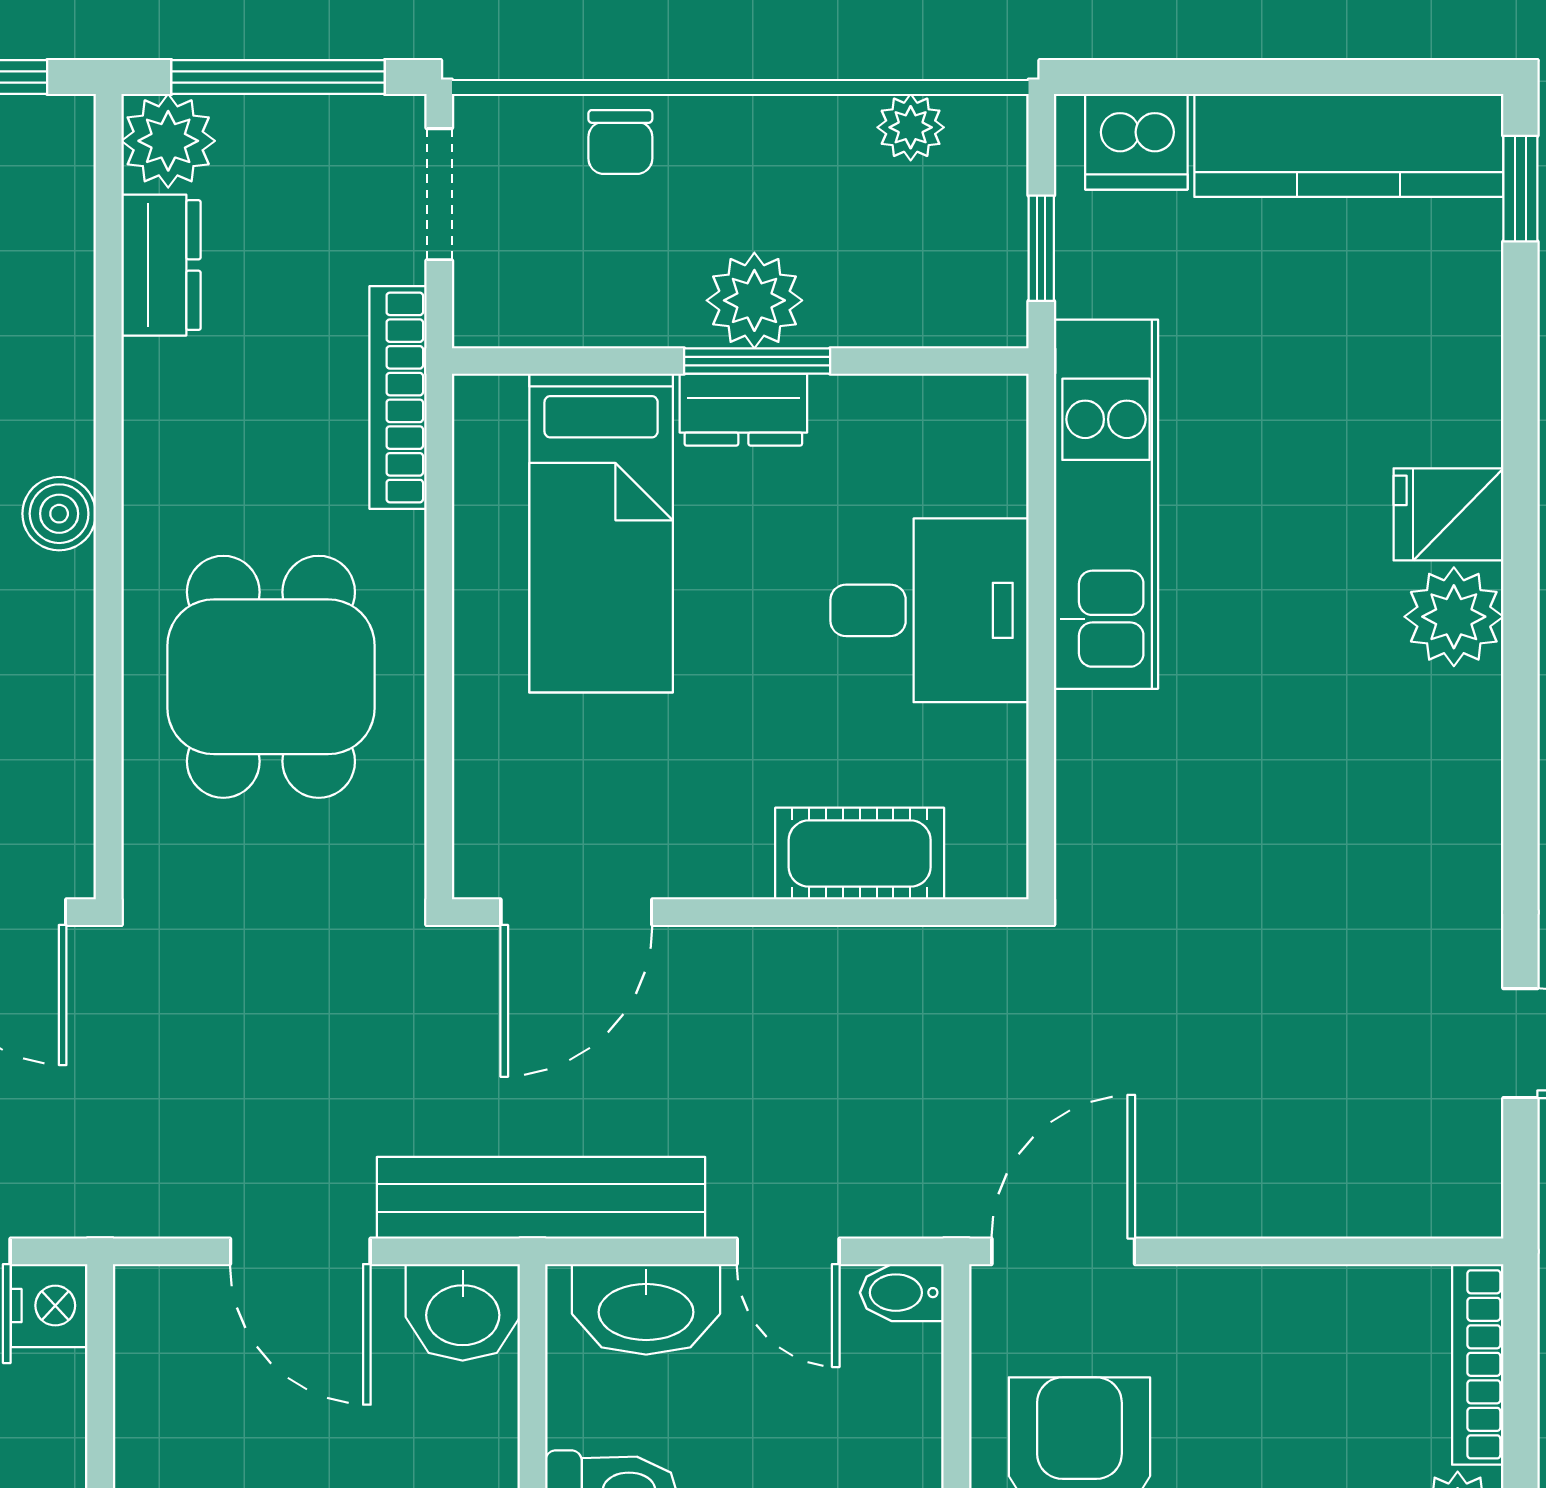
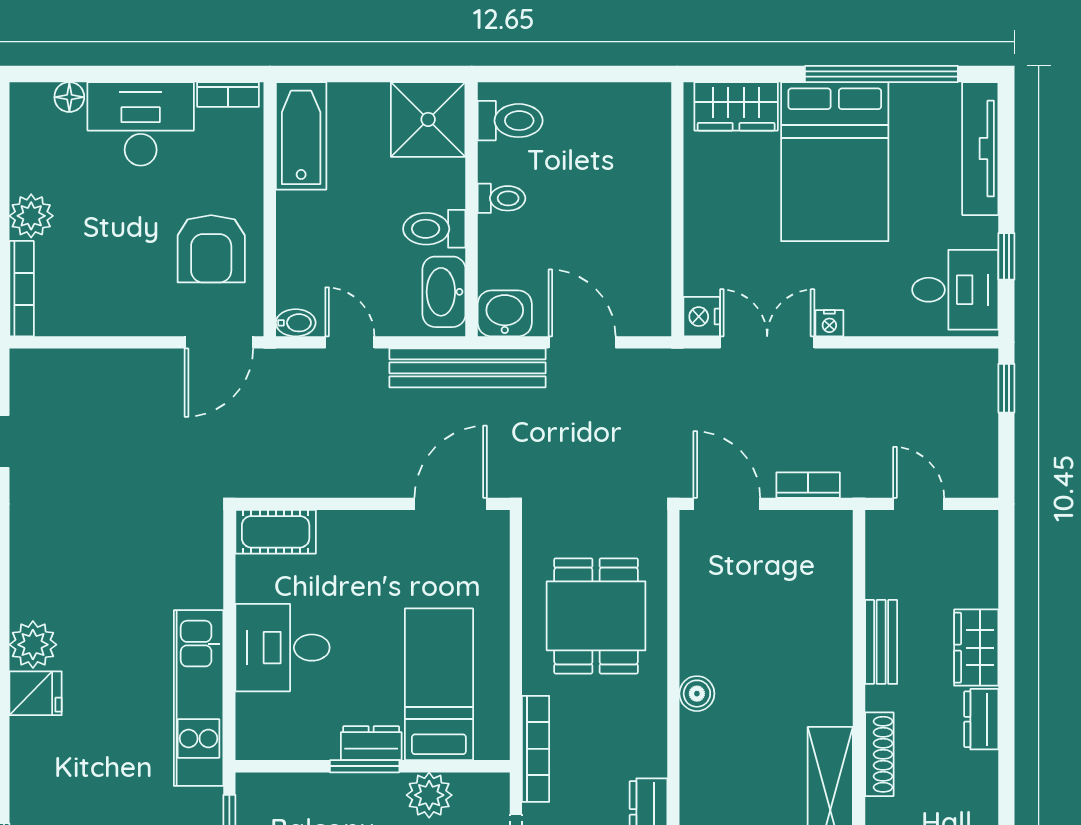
plant: (754, 300) -> (429, 795), moved
cot: (860, 854) -> (276, 532), moved
washbasin: (646, 1309) -> (444, 292), moved, turned -90

